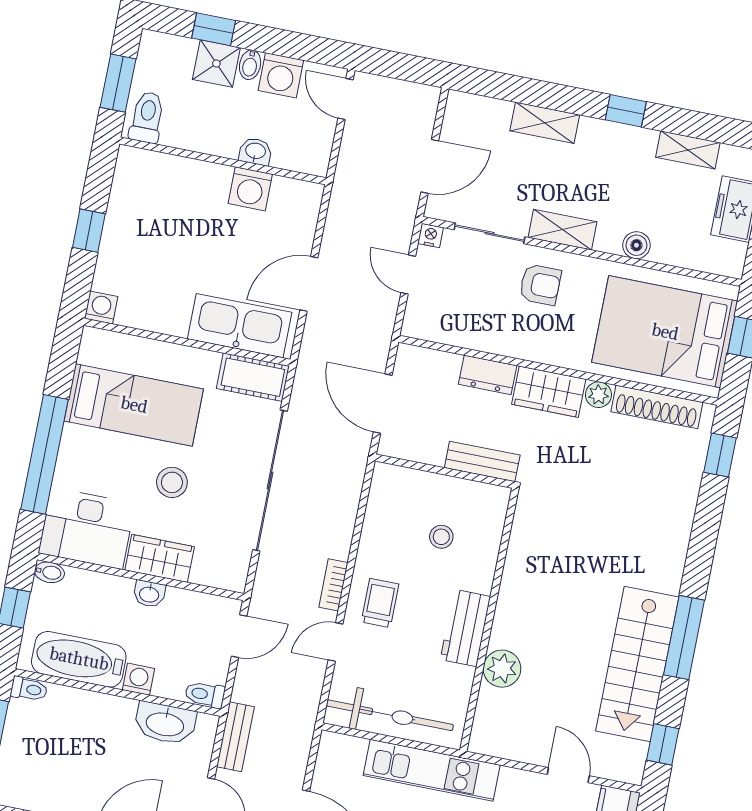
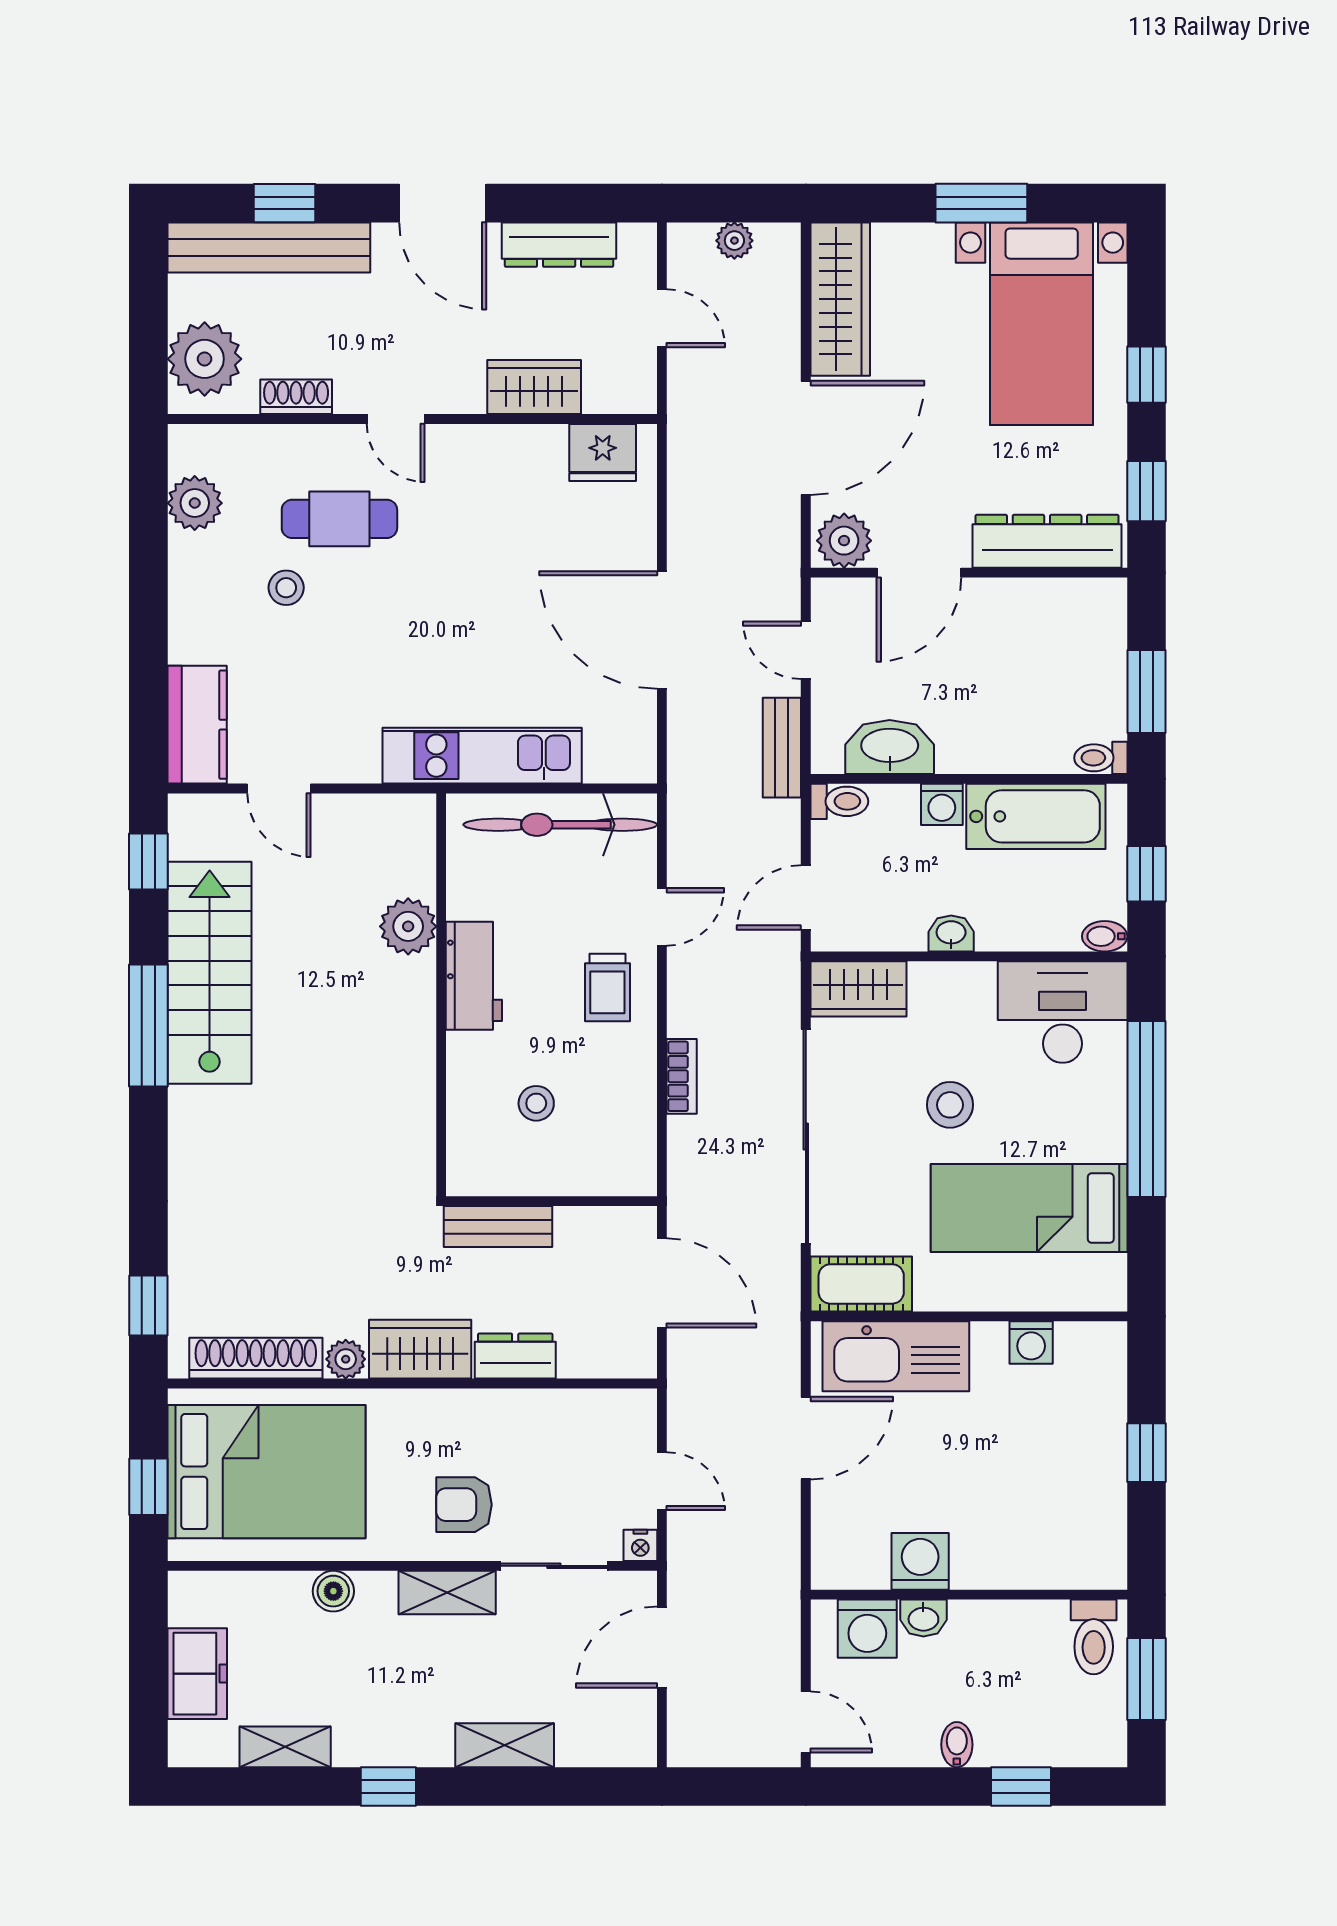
shower: (216, 63) -> (1007, 1737), removed
washing machine: (281, 75) -> (867, 1629), moved, turned 180
washing machine: (101, 307) -> (1031, 1343), moved
wardrobe: (160, 558) -> (858, 989), moved
bookcase: (333, 585) -> (682, 1076), moved

